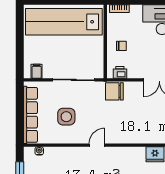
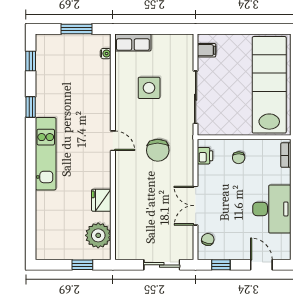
chair: (114, 91) -> (158, 150), moved, turned 180
row of seats: (30, 115) -> (133, 42), width x0.50
door: (97, 145) -> (113, 141), moved

